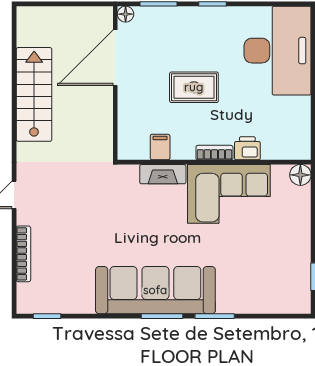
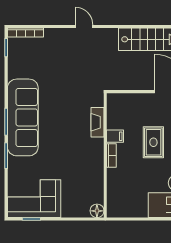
filing cabinet: (160, 147) -> (115, 136), moved
printer: (247, 148) -> (114, 177), removed
corner sofa: (229, 194) -> (34, 199), moved, turned 90
bookcase: (23, 254) -> (25, 32), moved

